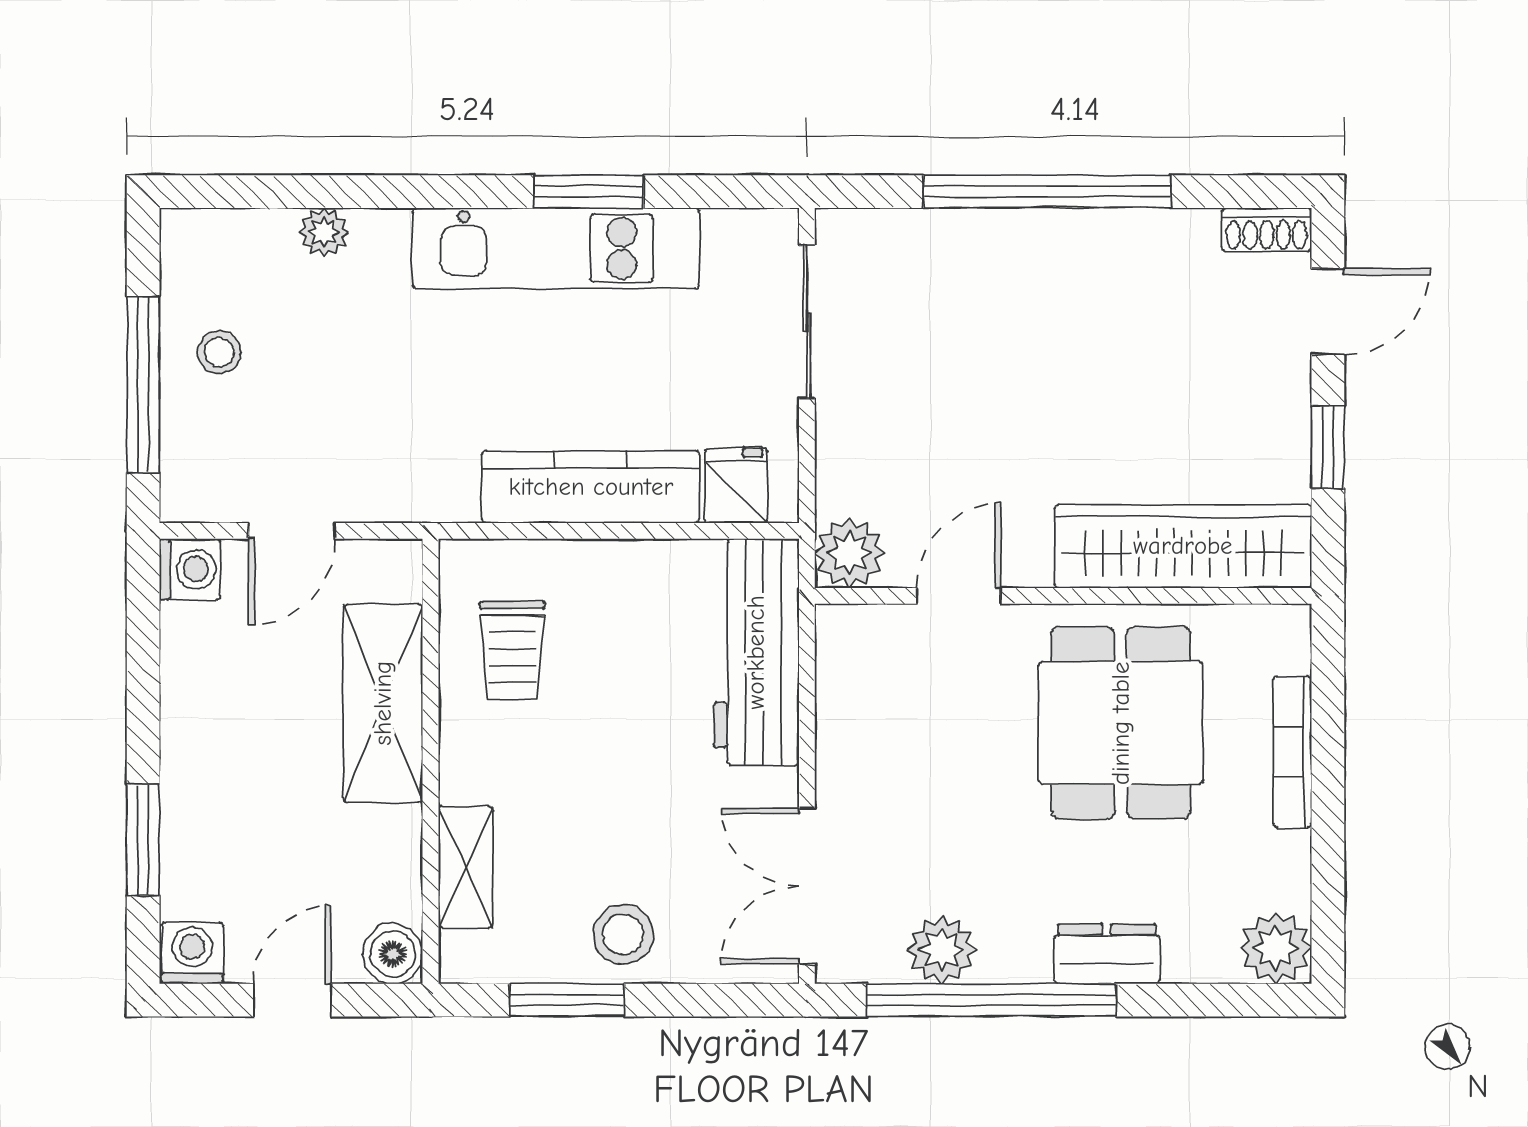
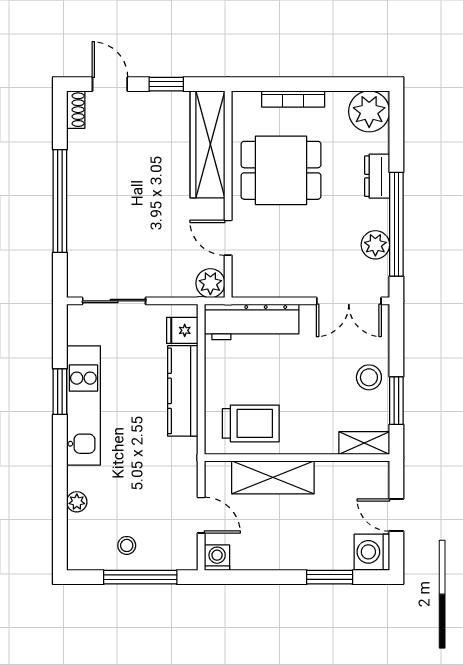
trolley: (513, 650) -> (251, 423), width x1.36, depth x1.39
shelving: (466, 867) -> (364, 443), moved
plant: (1276, 948) -> (369, 111), width x1.36, depth x1.36
washing machine: (192, 953) -> (372, 552), width x1.38, depth x1.38
boiler: (393, 954) -> (377, 473), removed

